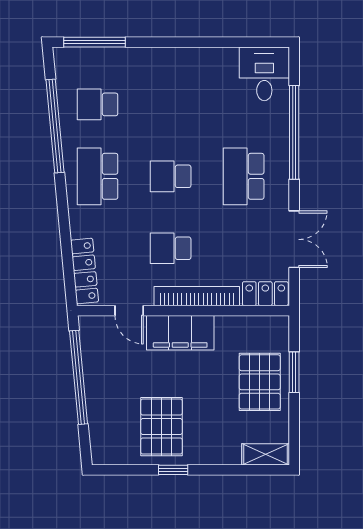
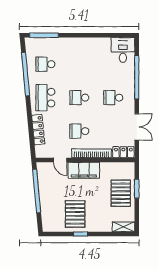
school desk: (244, 176) -> (113, 98), width x0.54
locker: (84, 271) -> (38, 130), moved

